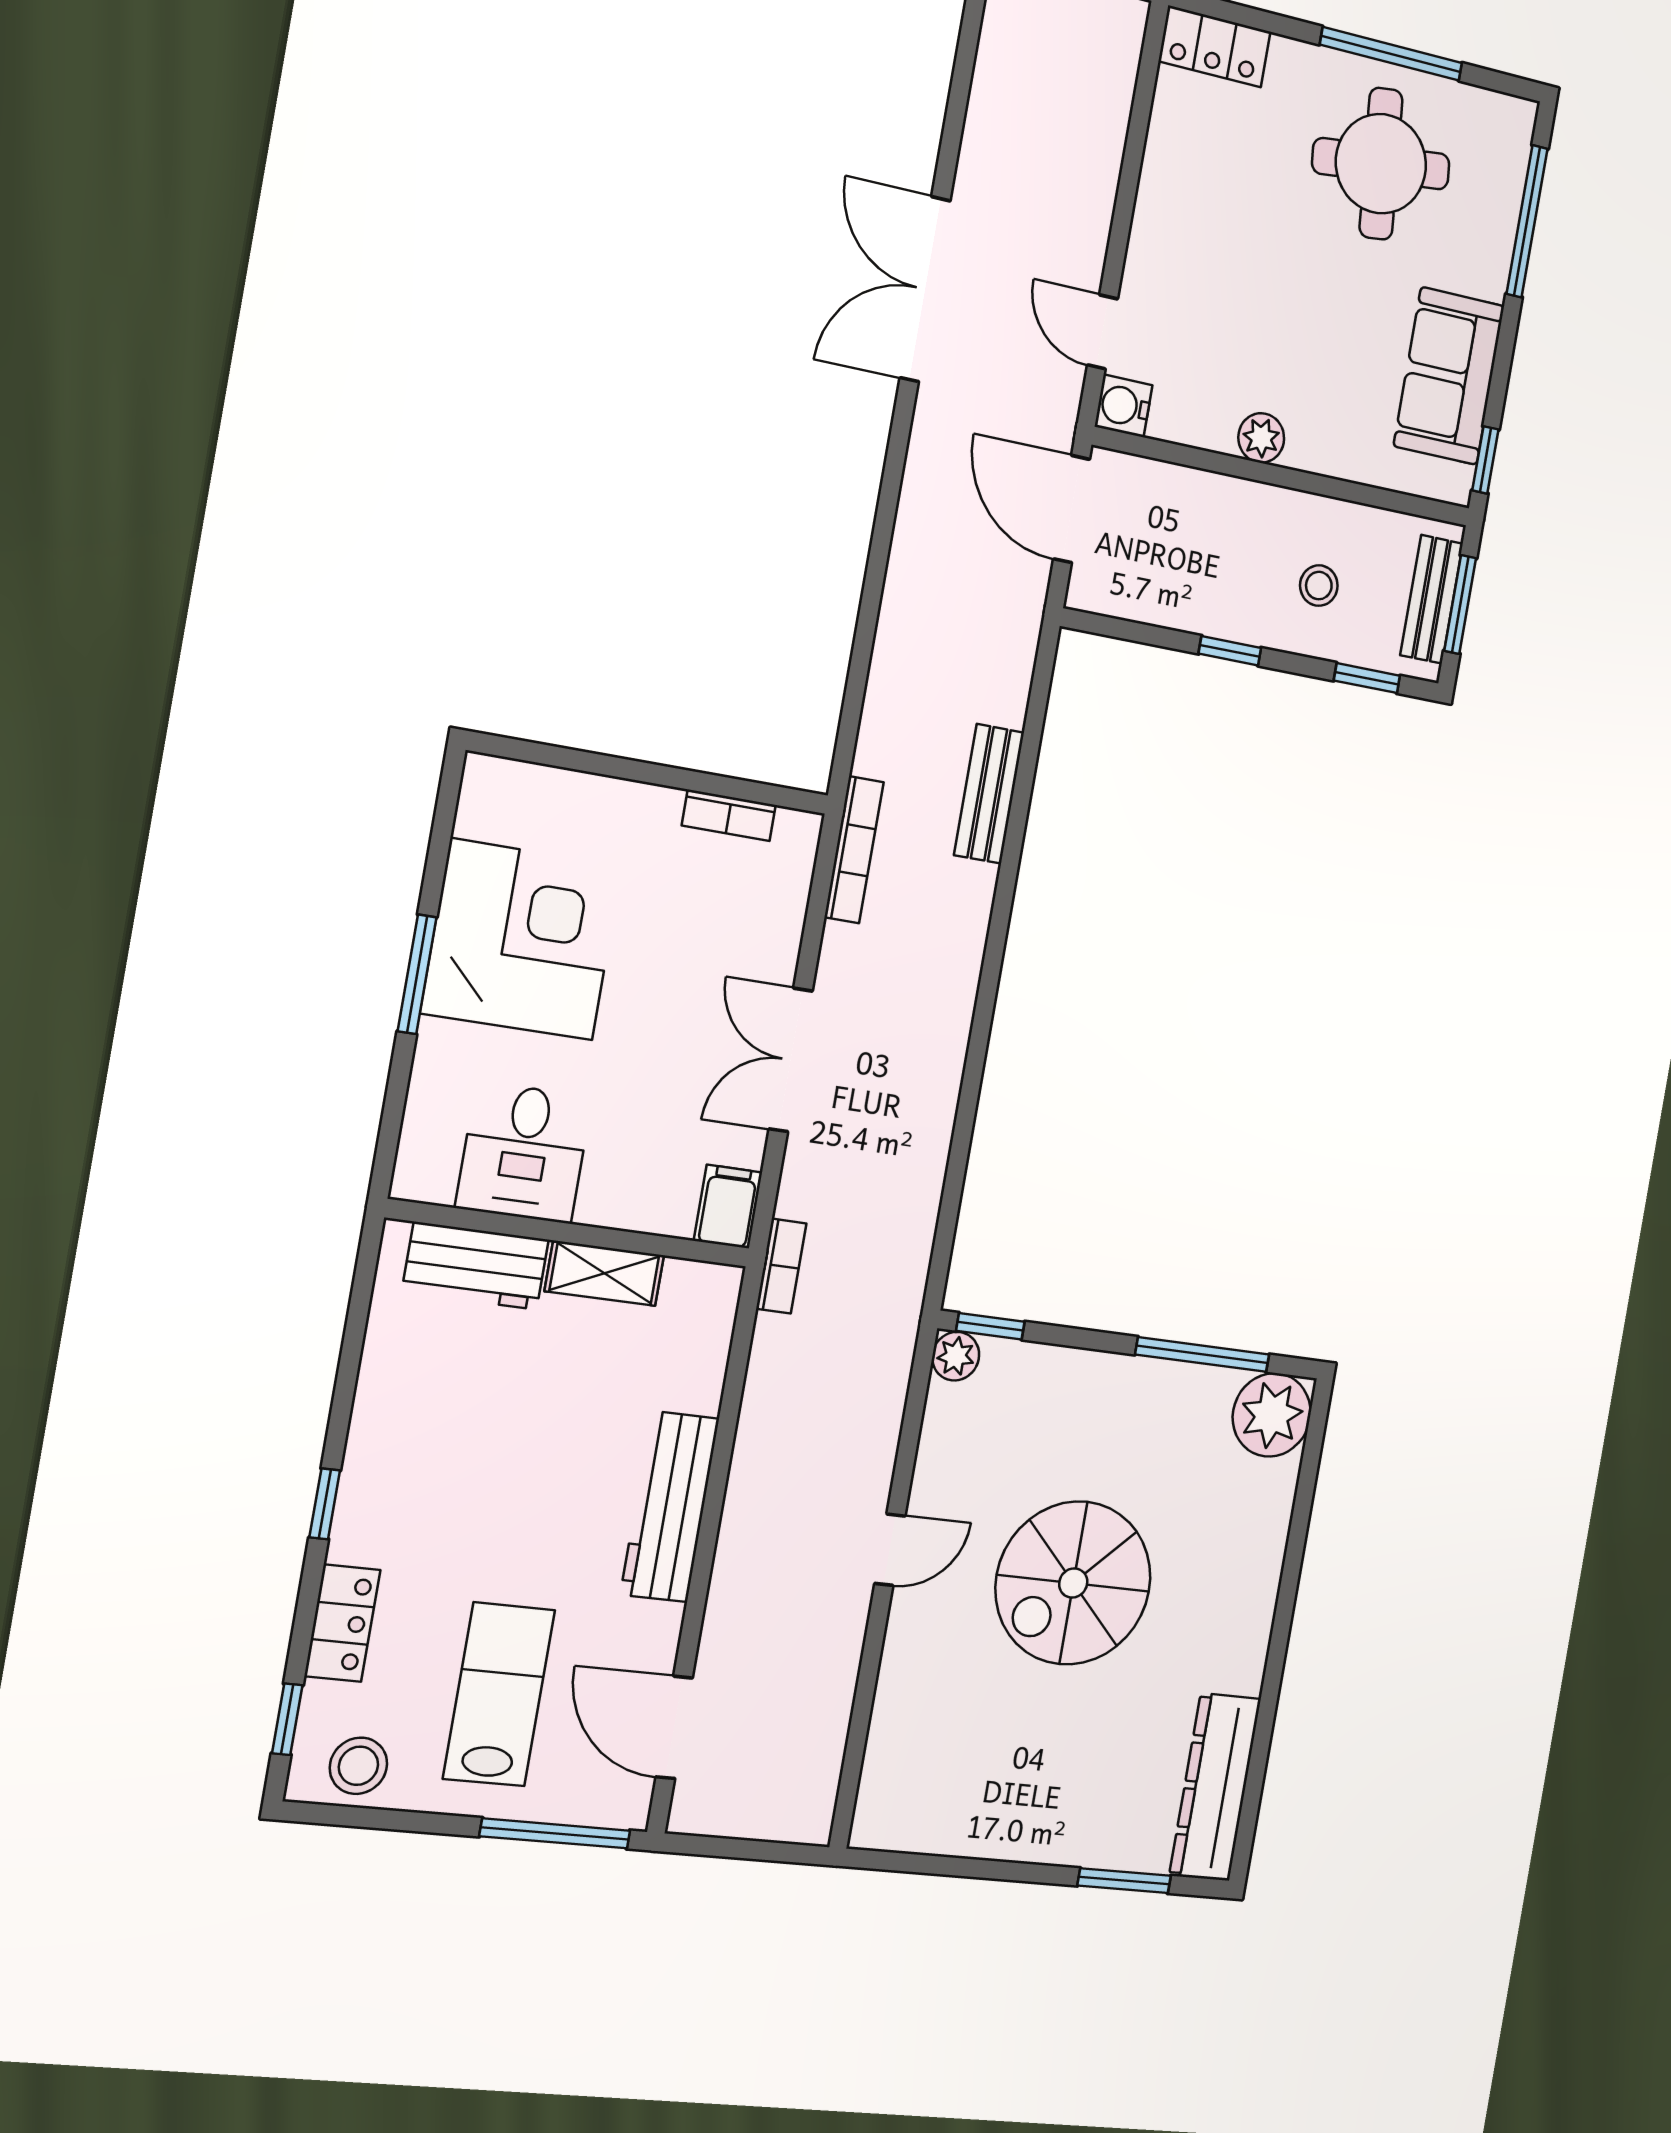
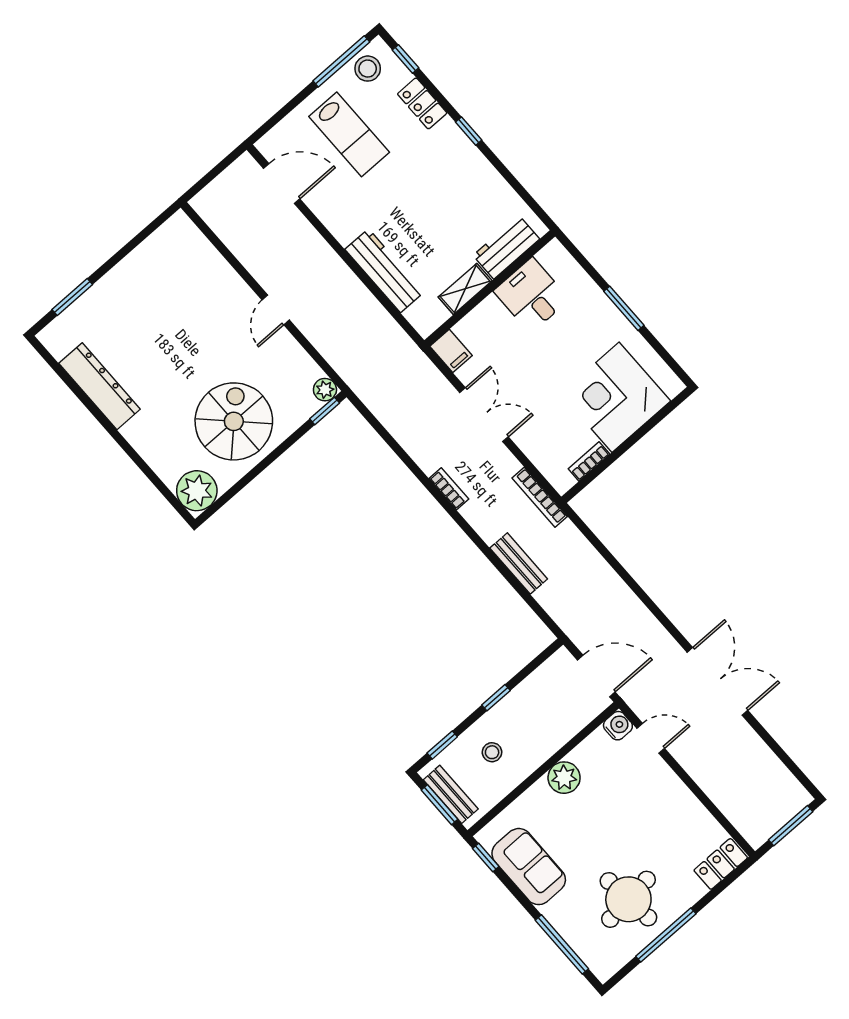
plant: (1261, 438) -> (564, 778), width x1.38, depth x1.38
corner desk: (522, 939) -> (615, 397), moved, turned 90
bookcase: (781, 1266) -> (449, 489), moved, turned 180
window: (1202, 1354) -> (243, 482), removed
workbench: (670, 1507) -> (384, 271), moved
spiral stairs: (1073, 1583) -> (234, 421), moved
dresser: (1215, 1787) -> (100, 386), moved
window: (555, 1833) -> (341, 61), moved

